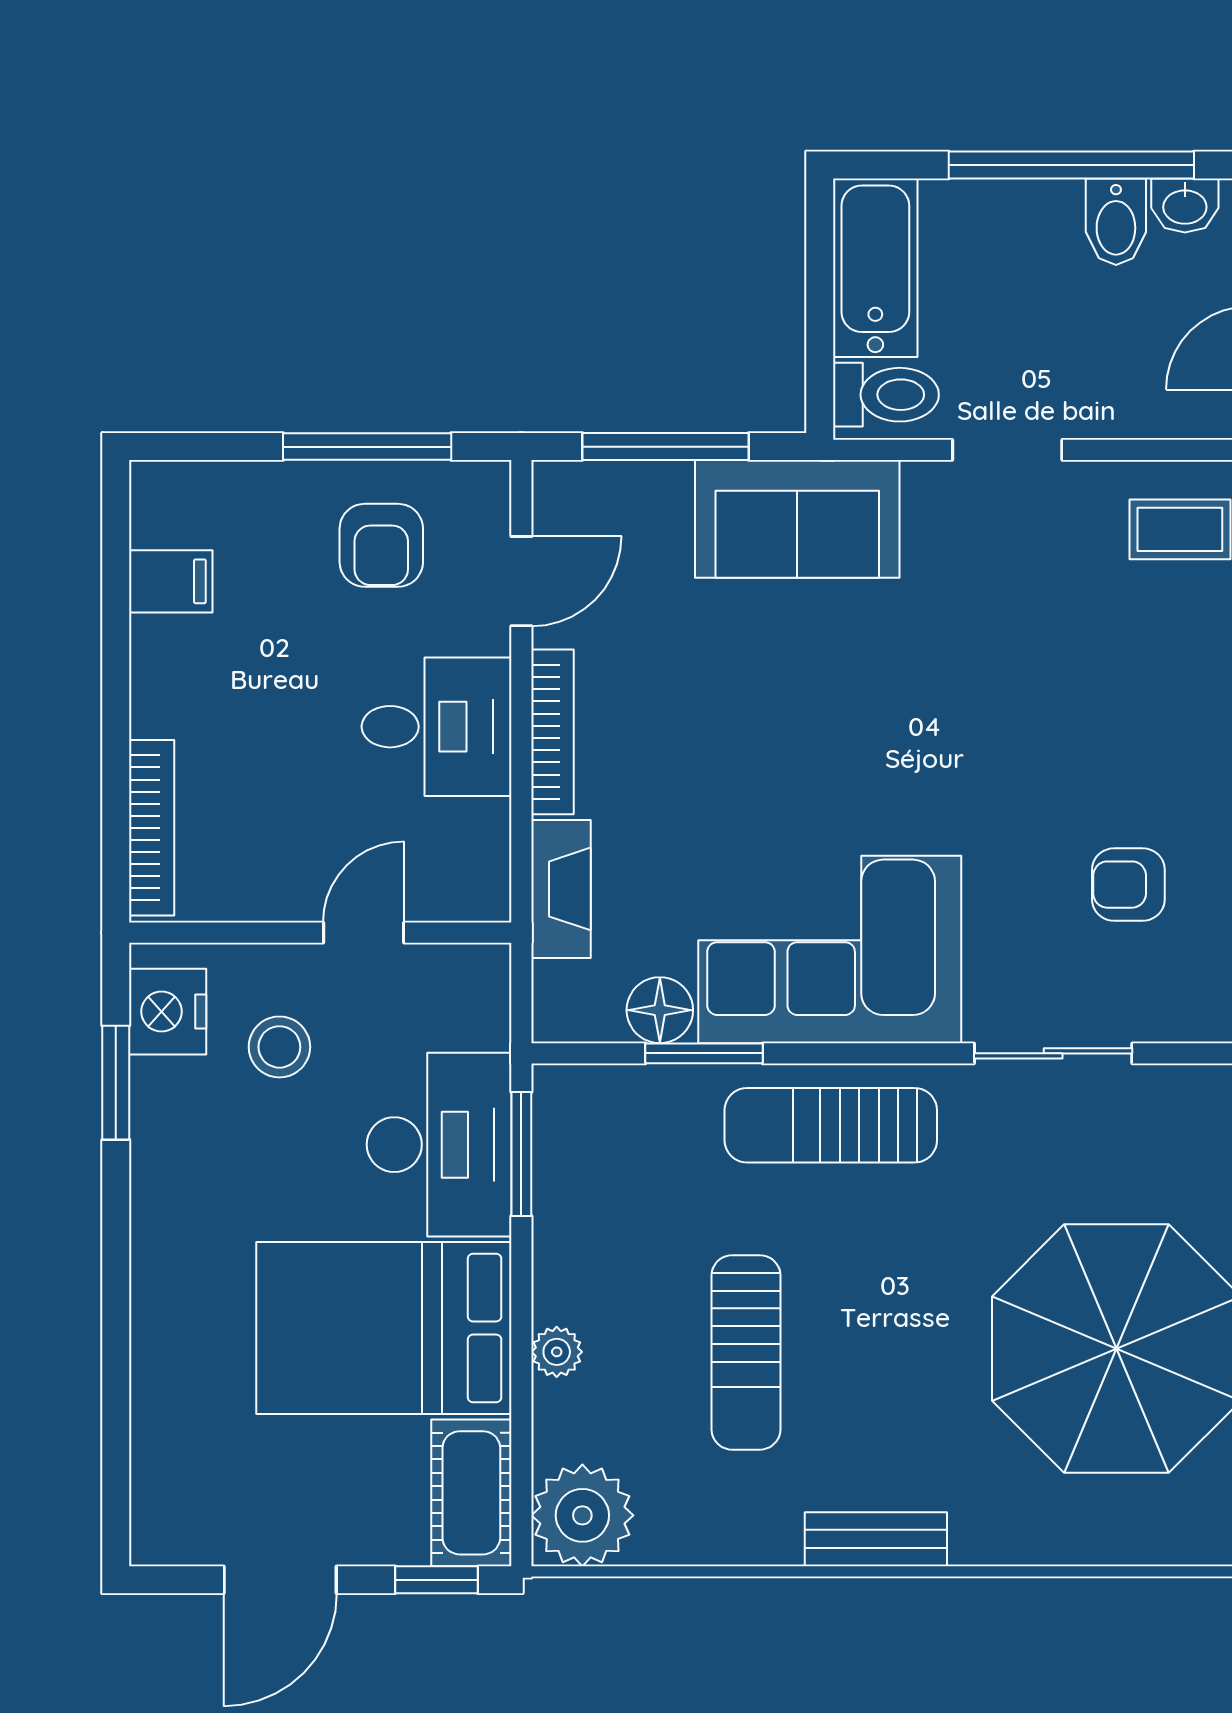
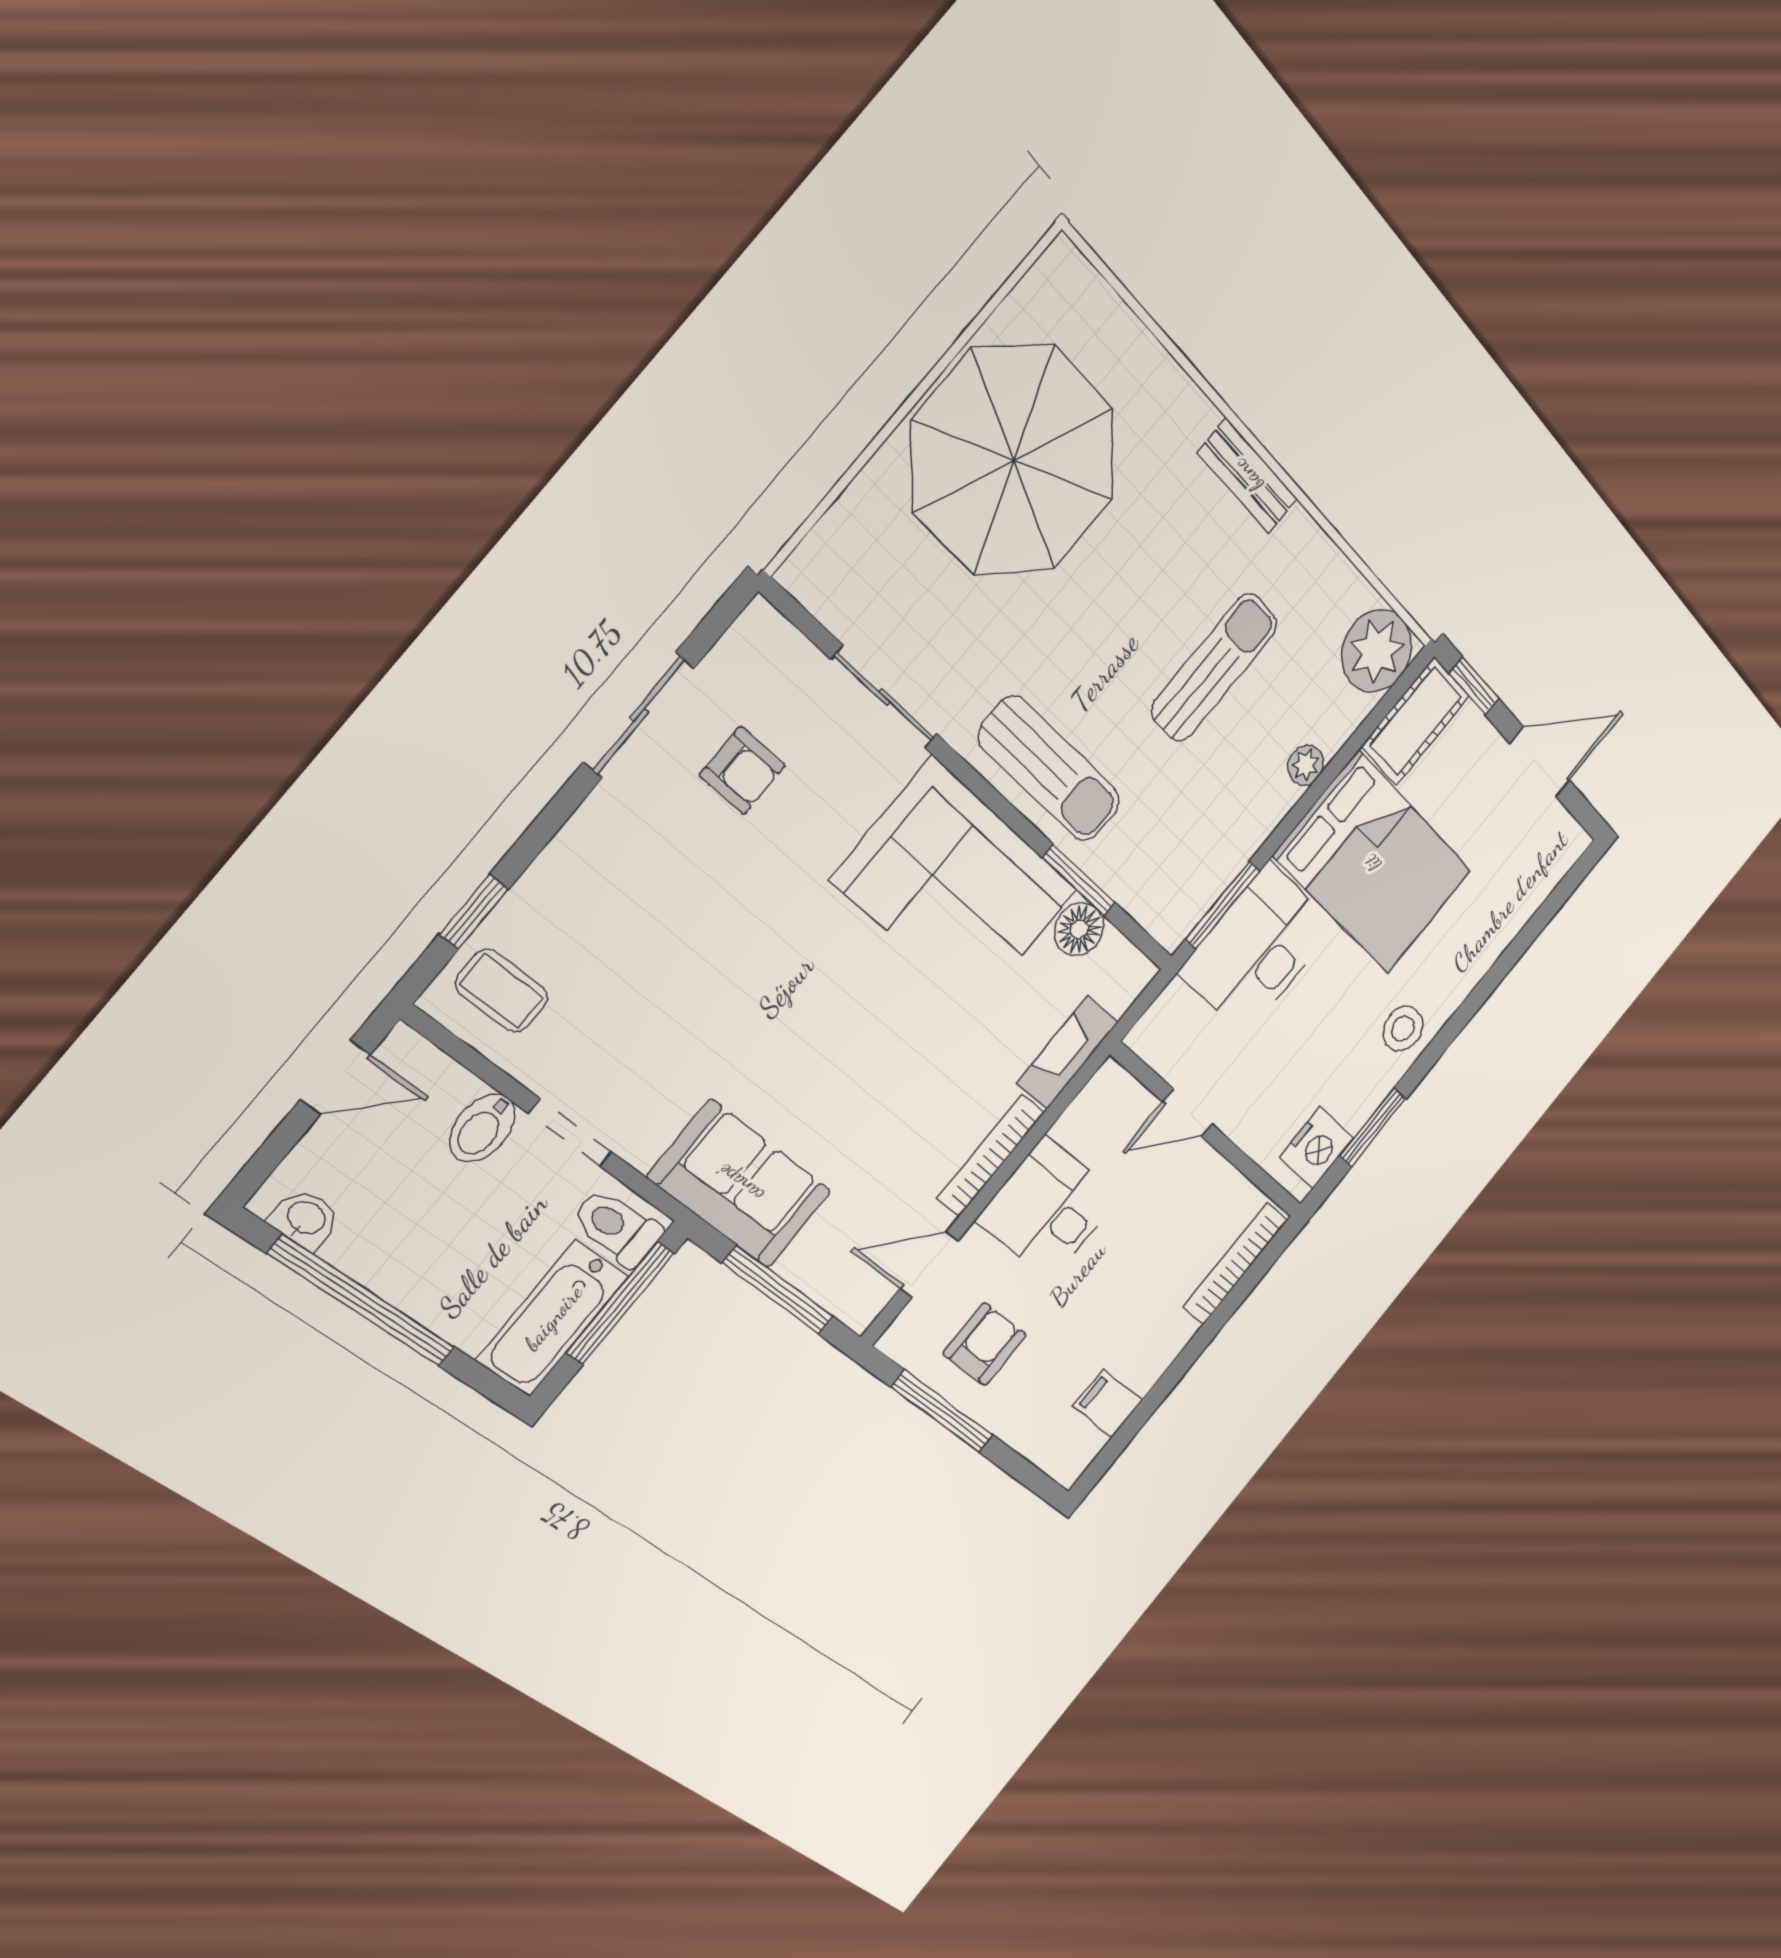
bidet: (1116, 222) -> (482, 1128), moved, turned 180
window: (820, 326) -> (620, 1303), added
stool: (279, 1047) -> (1403, 1029), moved

